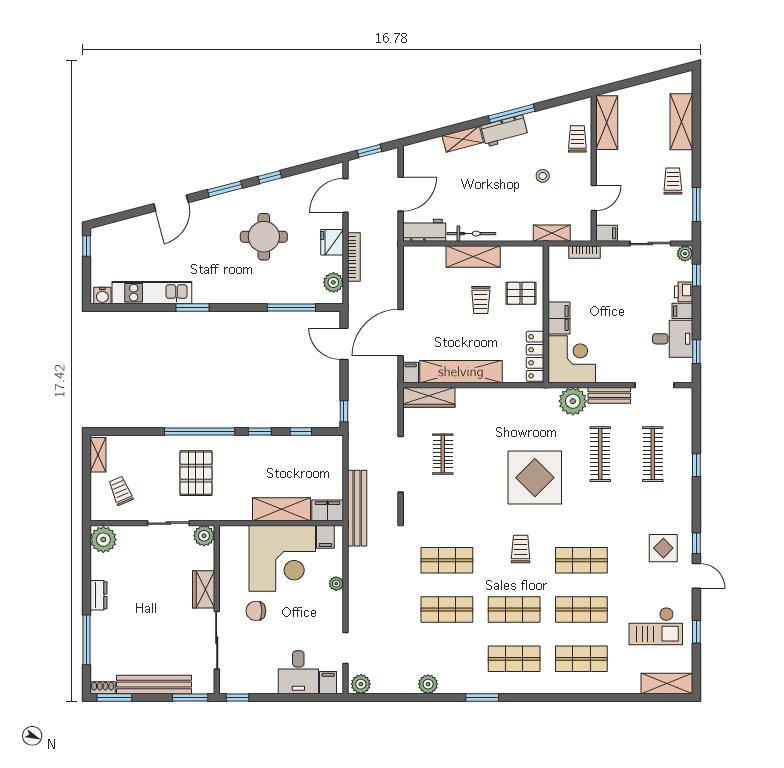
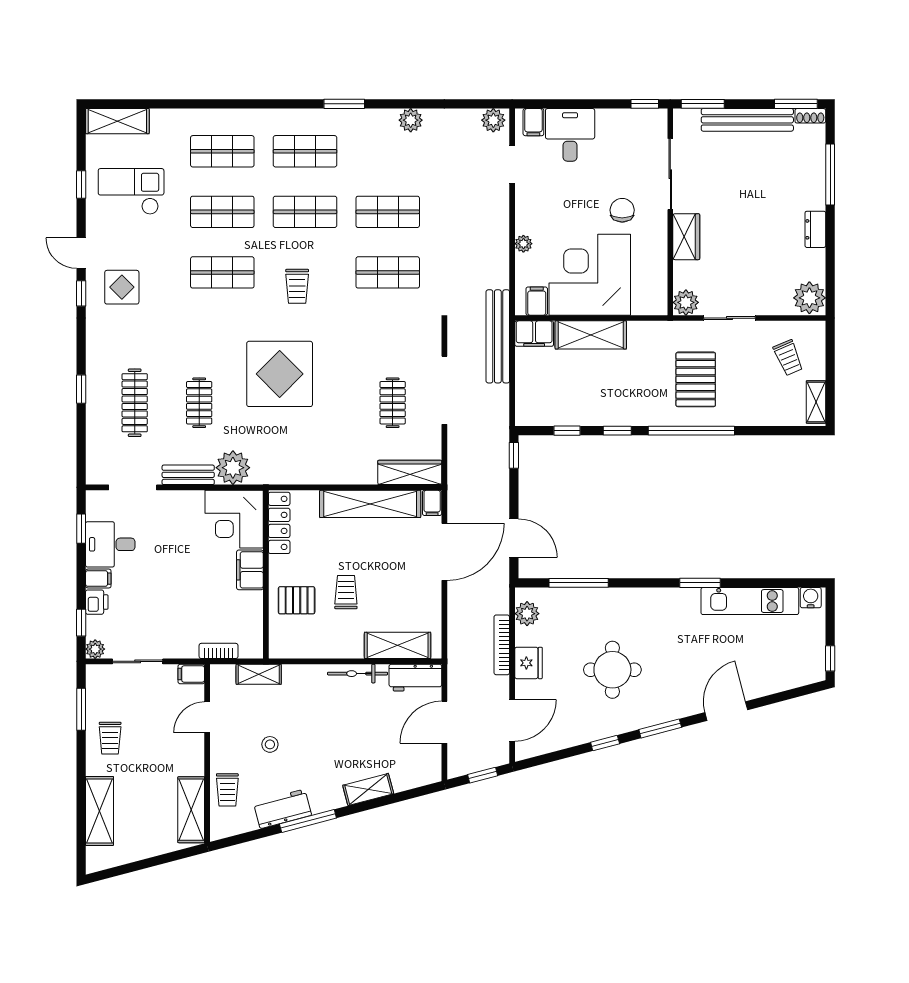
workbench: (504, 131) -> (283, 809), moved
shelving: (473, 256) -> (398, 645), moved
clothes rail: (600, 454) -> (199, 403), width x0.73
chair: (256, 611) -> (622, 210), turned -90

